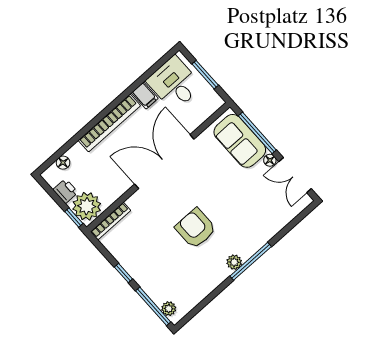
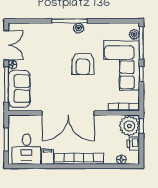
corner sofa: (153, 263) -> (122, 65), added

